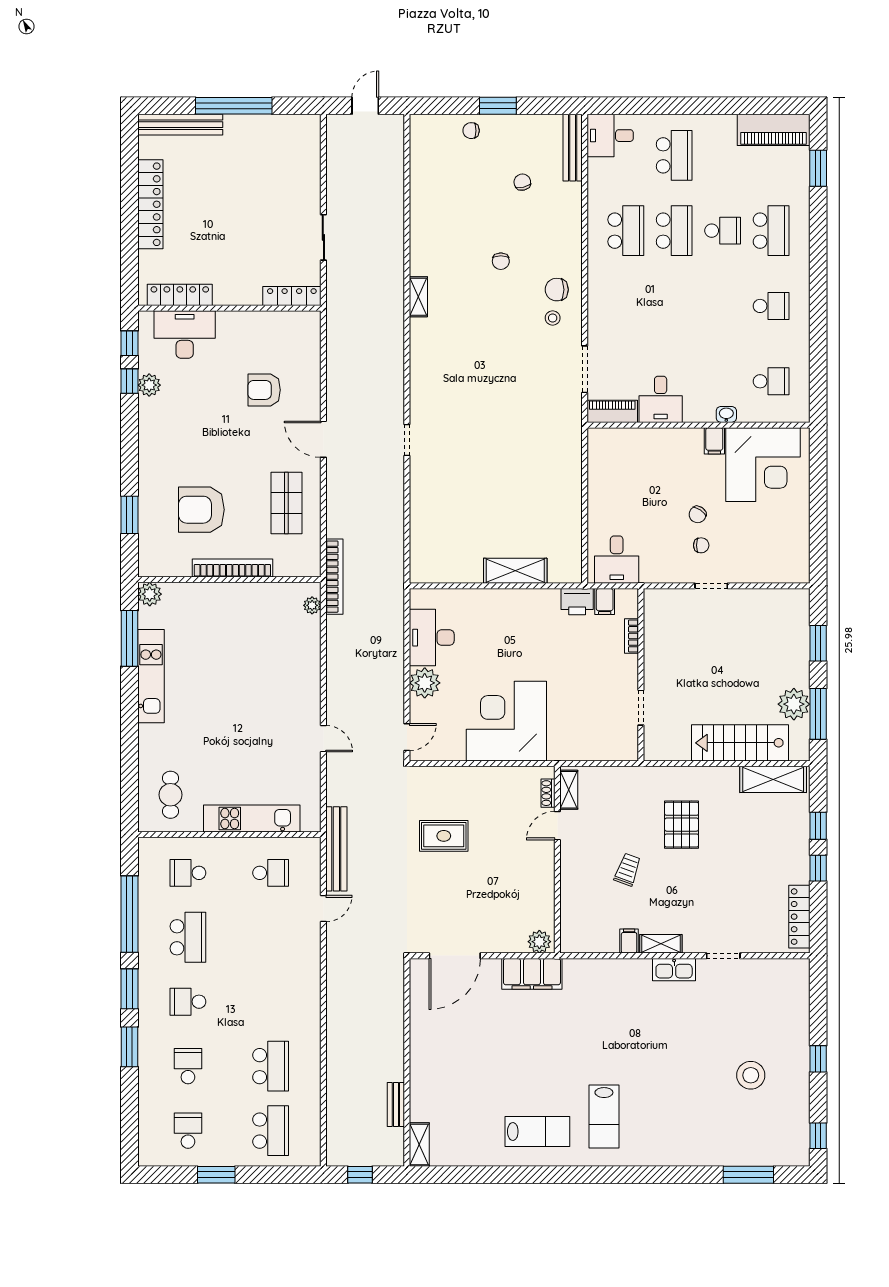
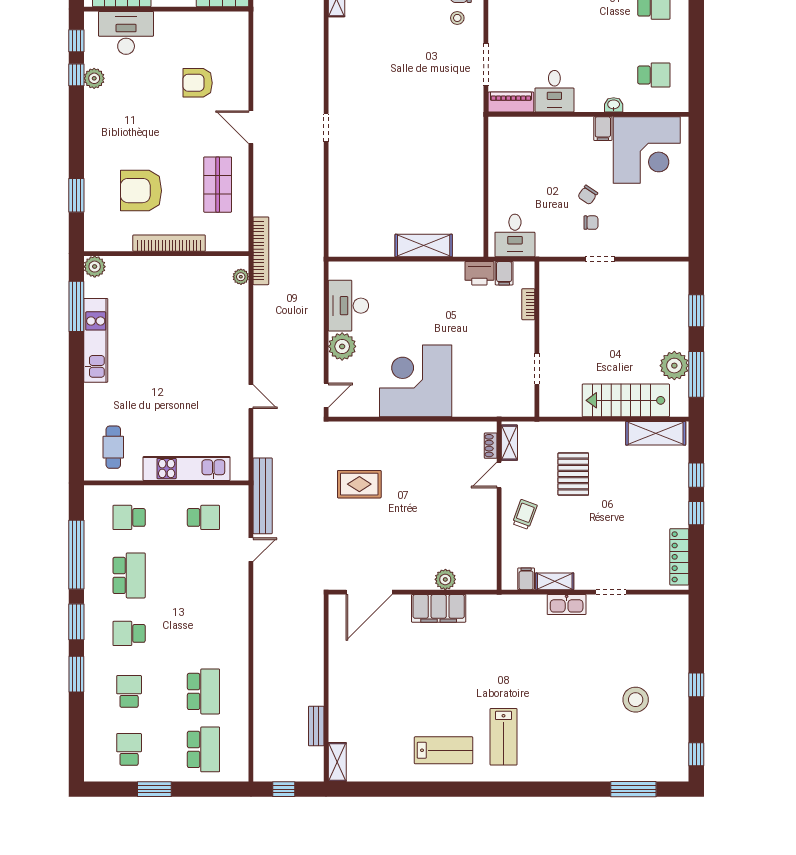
shelving: (569, 790) -> (509, 443), moved
shoe rack: (548, 793) -> (491, 446), moved
door: (557, 826) -> (499, 475), moved
wall: (557, 860) -> (499, 506), moved

